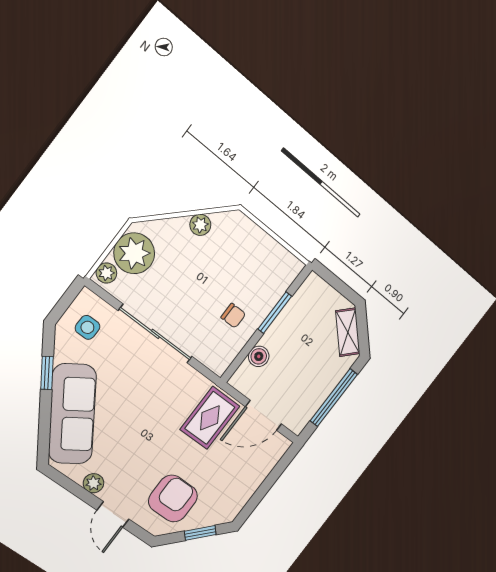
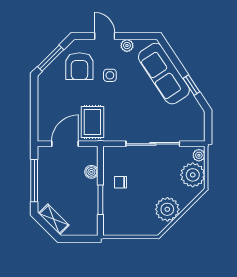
plant: (200, 225) -> (167, 209), width x1.87, depth x1.87
side table: (87, 327) -> (110, 75), moved
window: (200, 533) -> (51, 58), width x1.50

